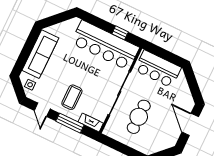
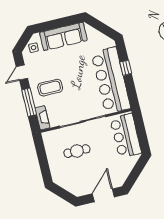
window: (120, 33) -> (126, 68), moved
cafe table: (139, 117) -> (77, 151), width x0.73, depth x0.74

